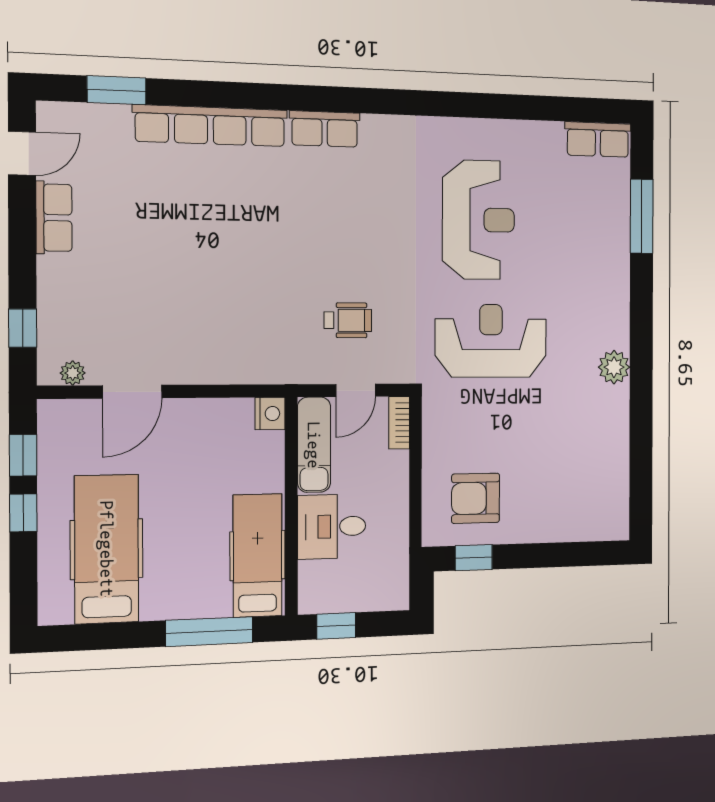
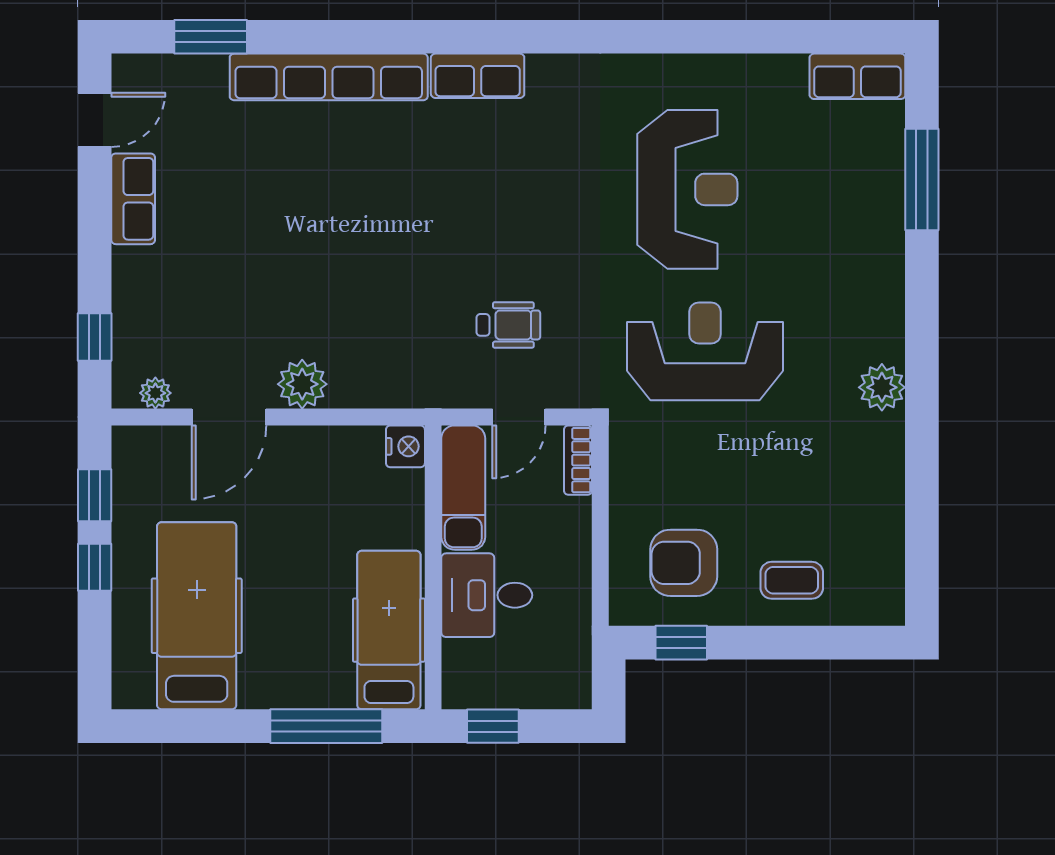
plant: (190, 366) -> (302, 384), added
coffee table: (552, 509) -> (792, 580), added

